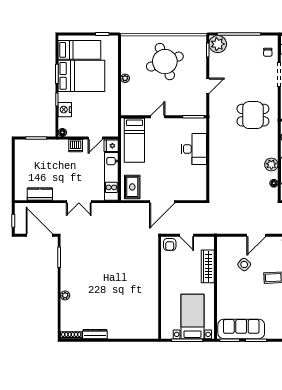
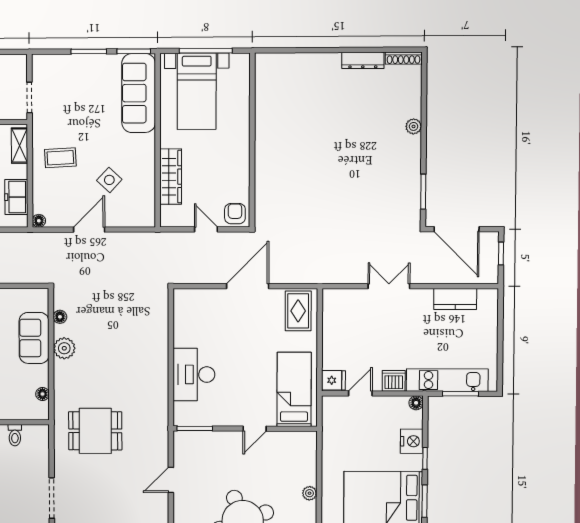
kitchen unit: (111, 176) -> (447, 380), moved, turned -90
sofa: (241, 329) -> (139, 93), moved, turned 90

